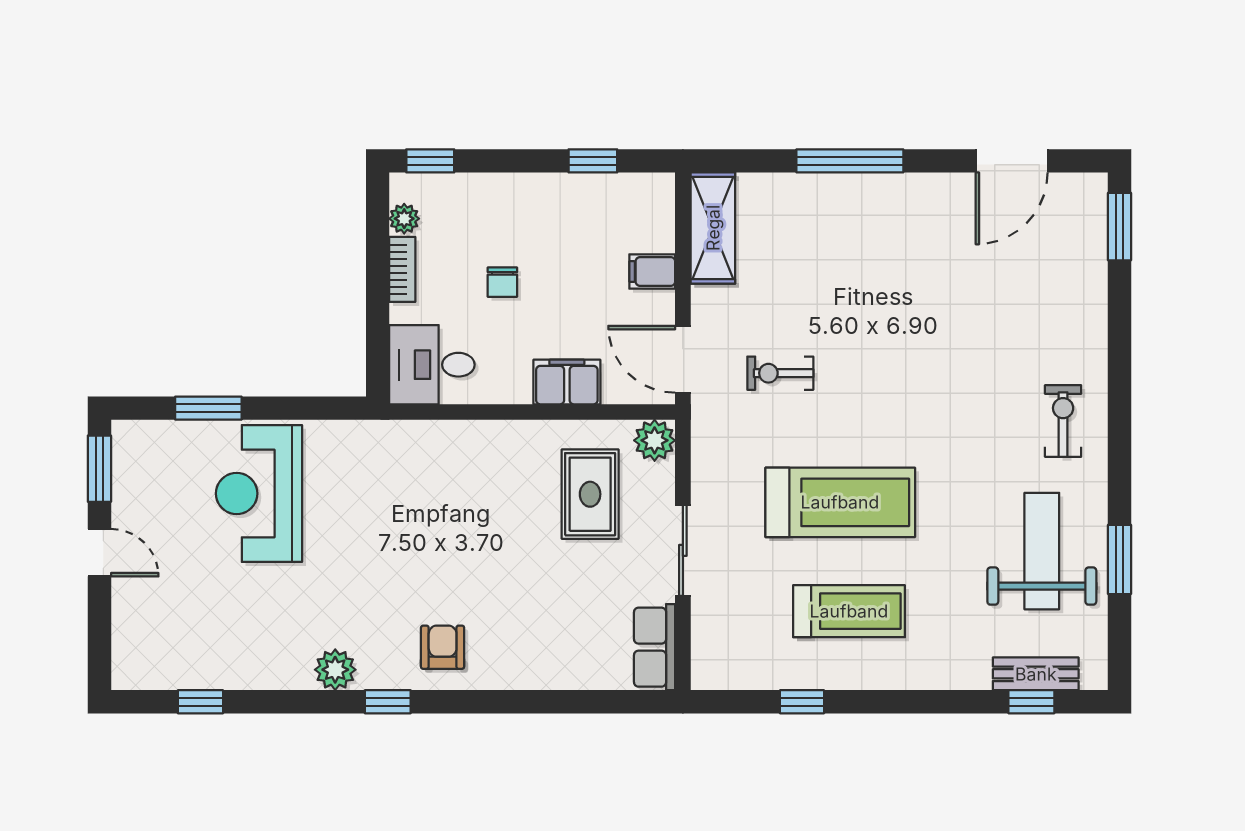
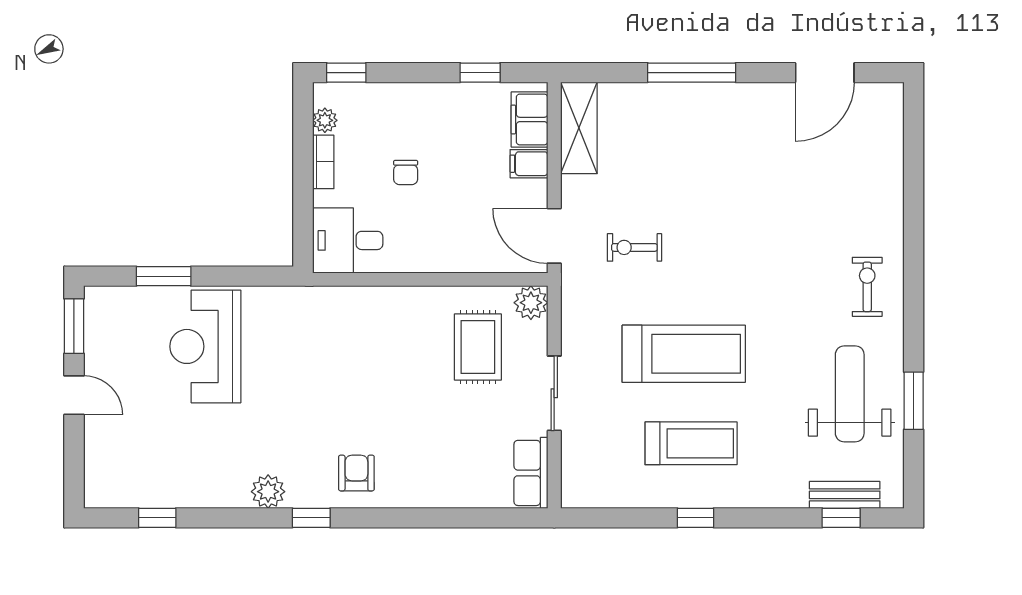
window: (1119, 227) -> (914, 127), removed
filing cabinet: (567, 382) -> (530, 119), moved, turned -90
window: (802, 702) -> (696, 518), moved

